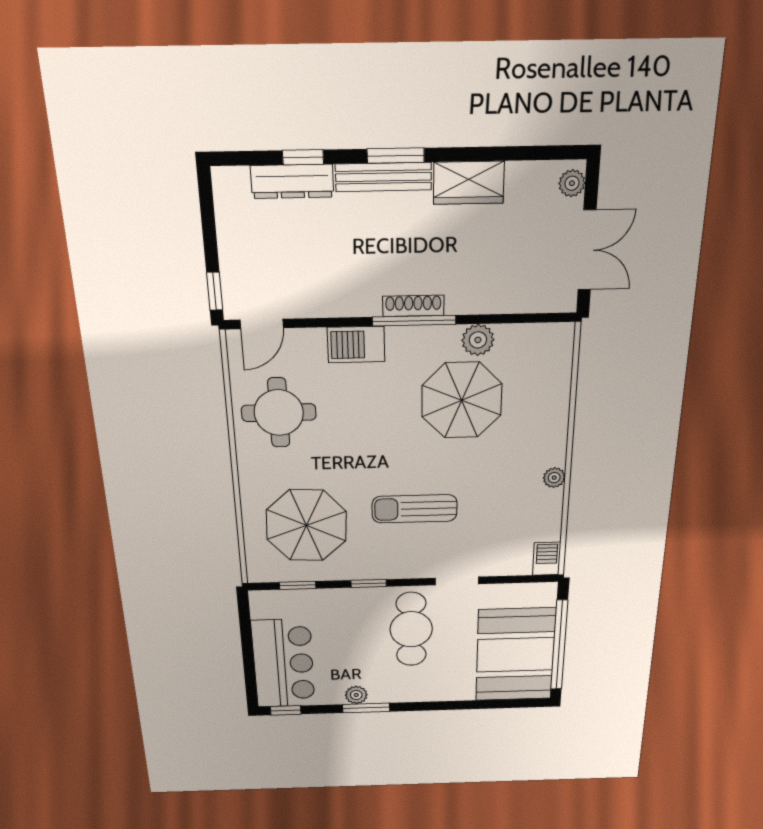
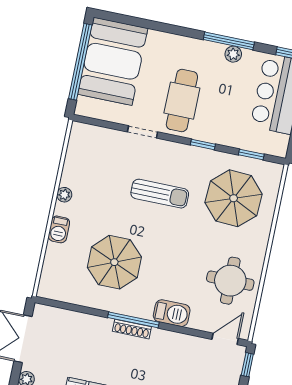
plant: (478, 340) -> (97, 299), removed
barbecue: (547, 559) -> (59, 229), moved
window: (366, 708) -> (229, 41), width x1.44

